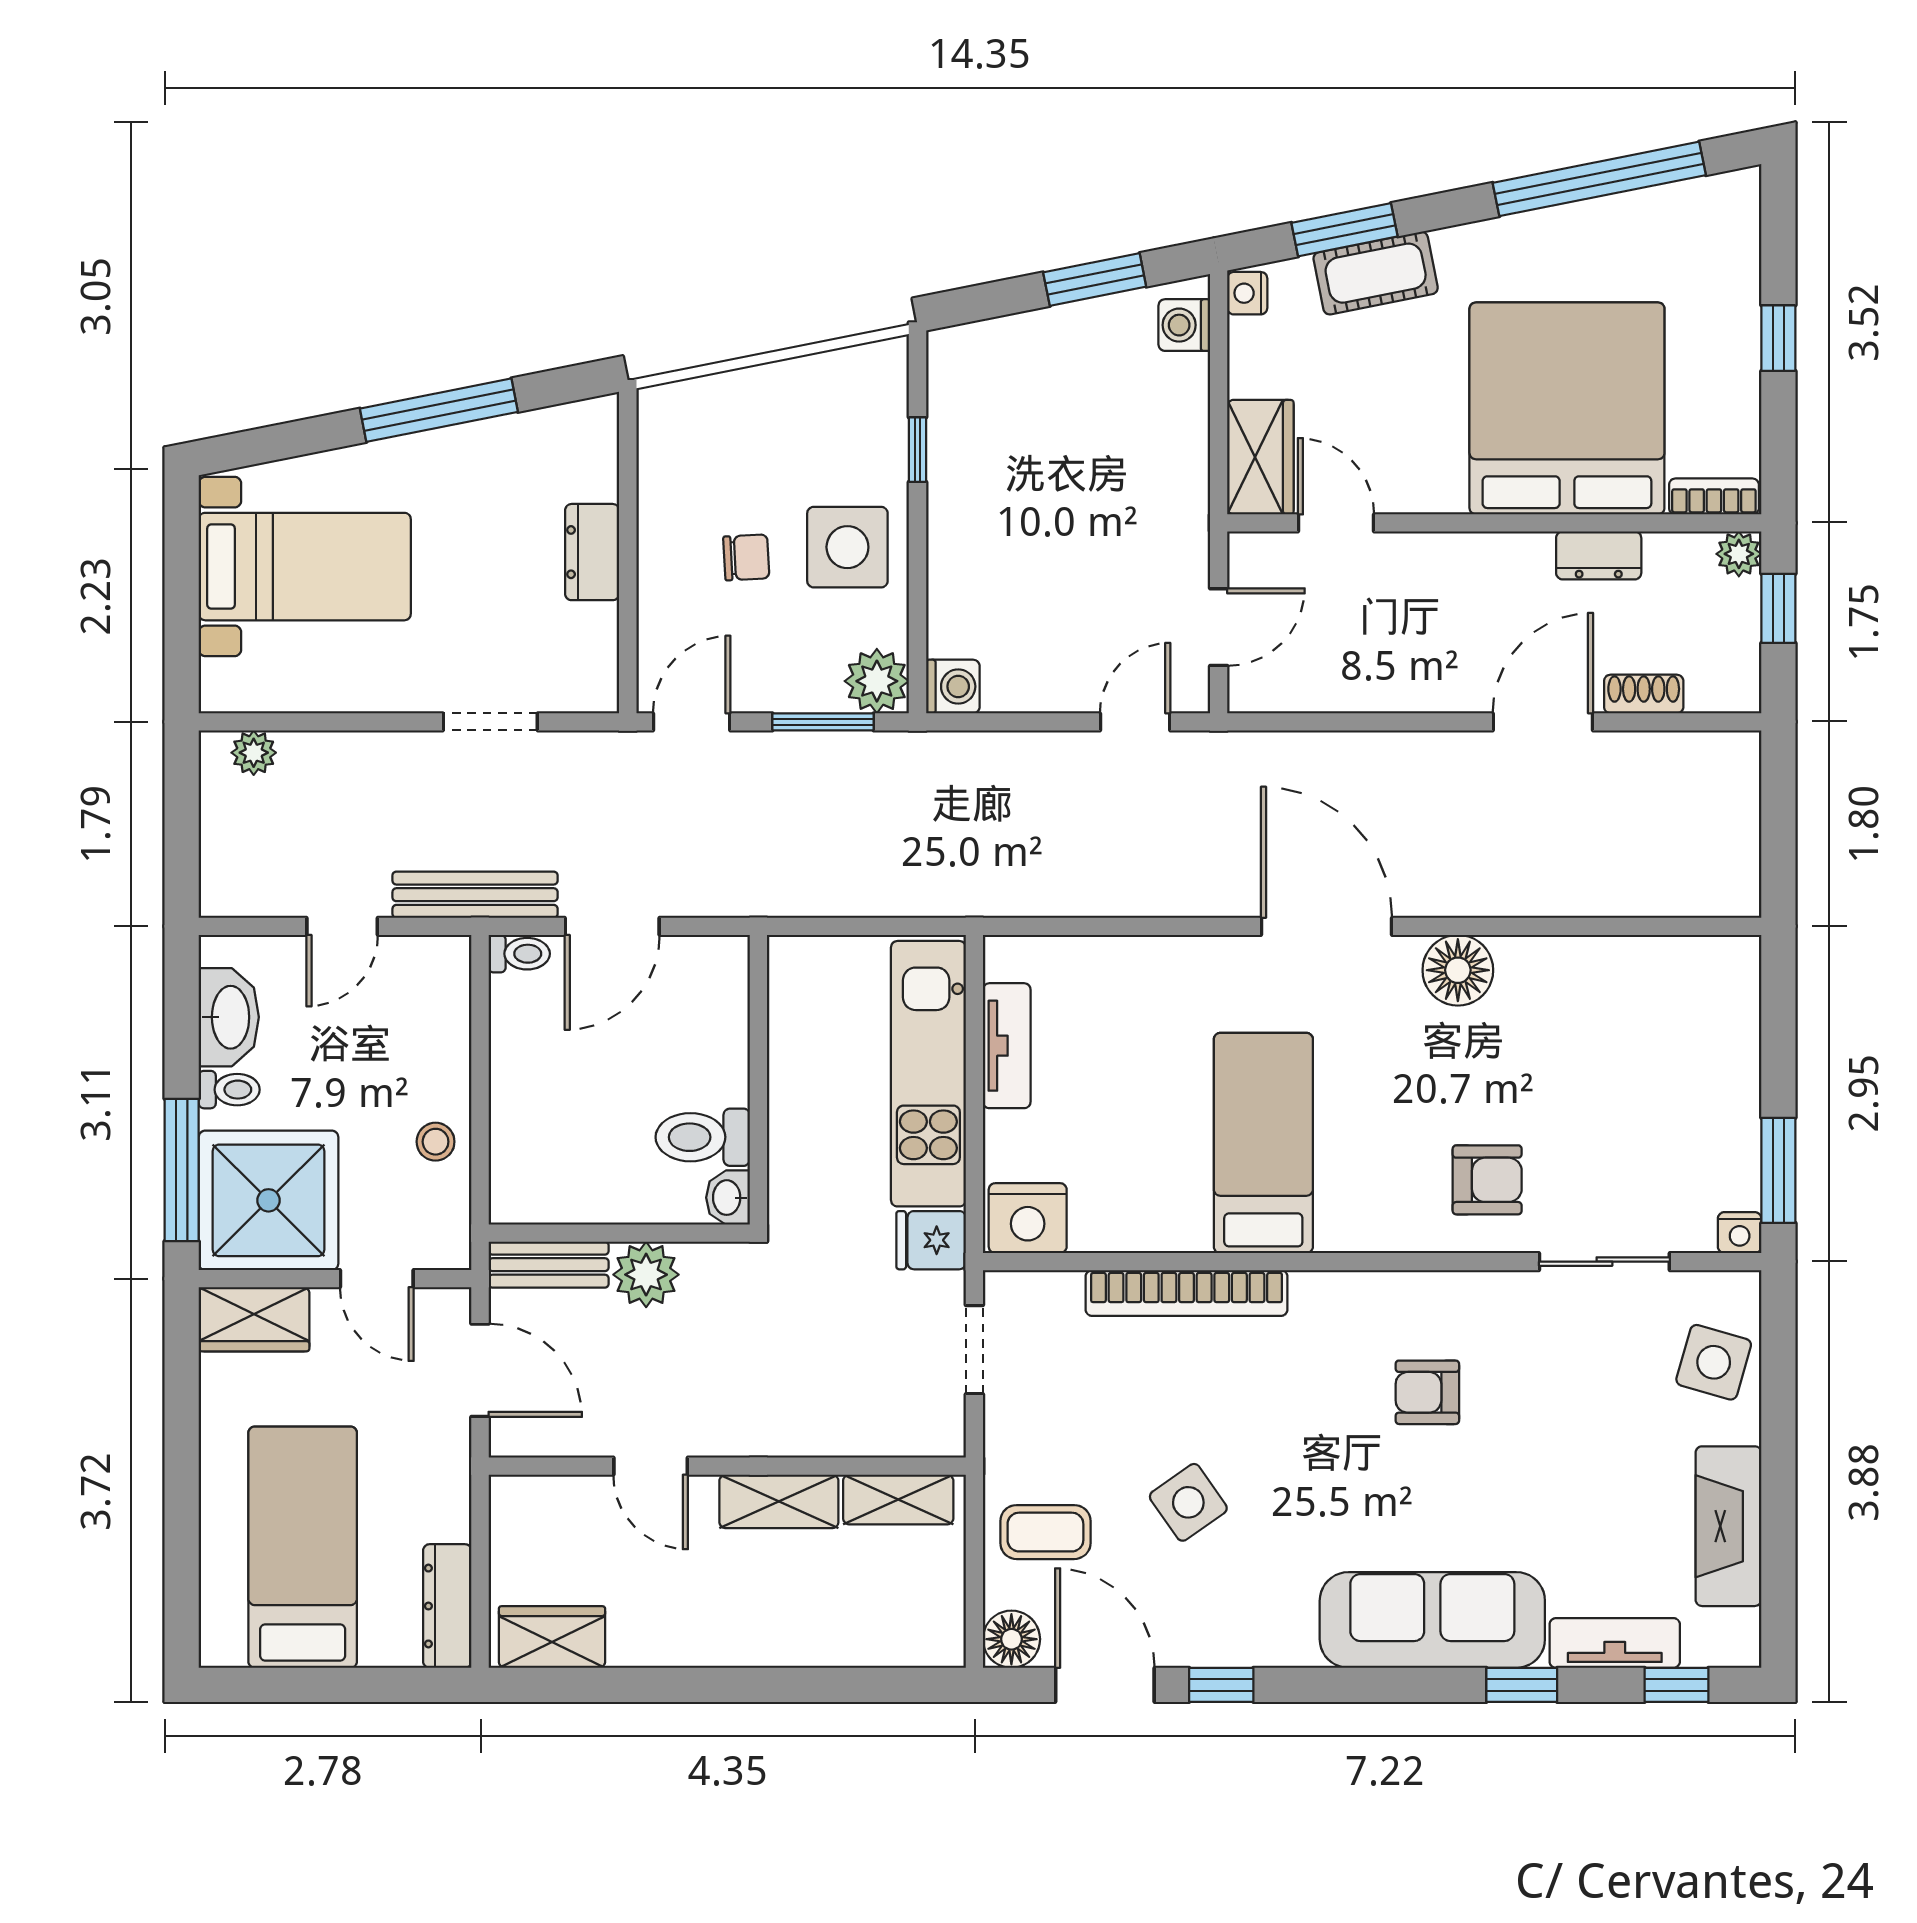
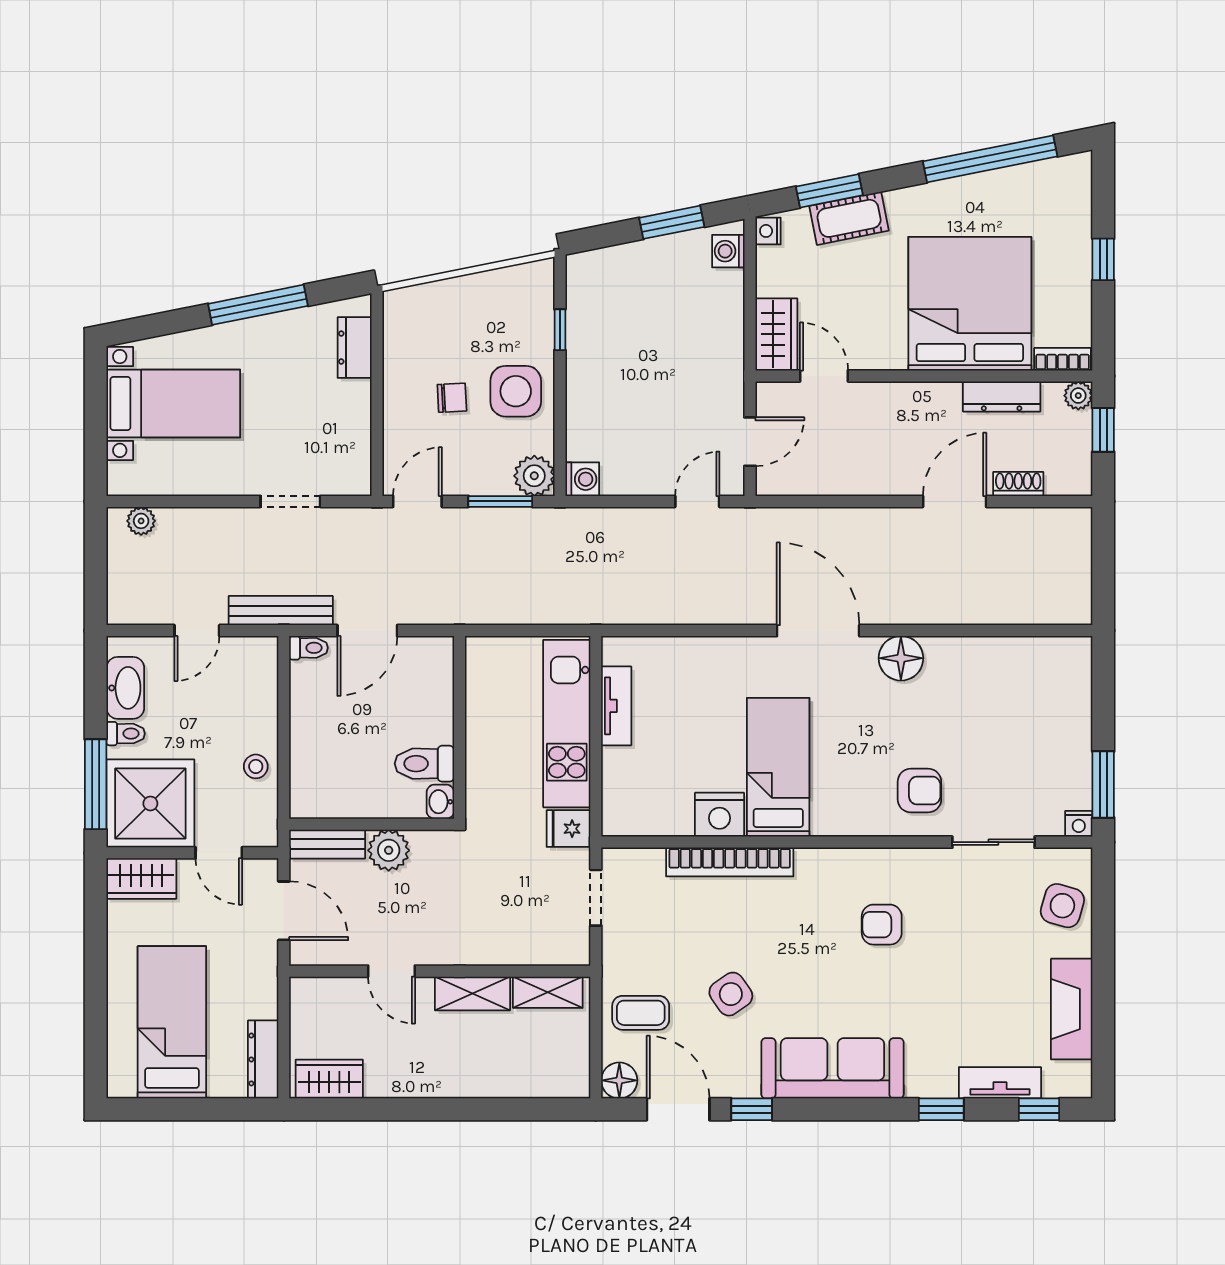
dresser: (592, 552) -> (355, 348), moved
dresser: (1599, 555) -> (1002, 396), width x1.44
nightstand: (1028, 1218) -> (719, 815), moved
sofa: (1432, 1620) -> (832, 1068), moved

